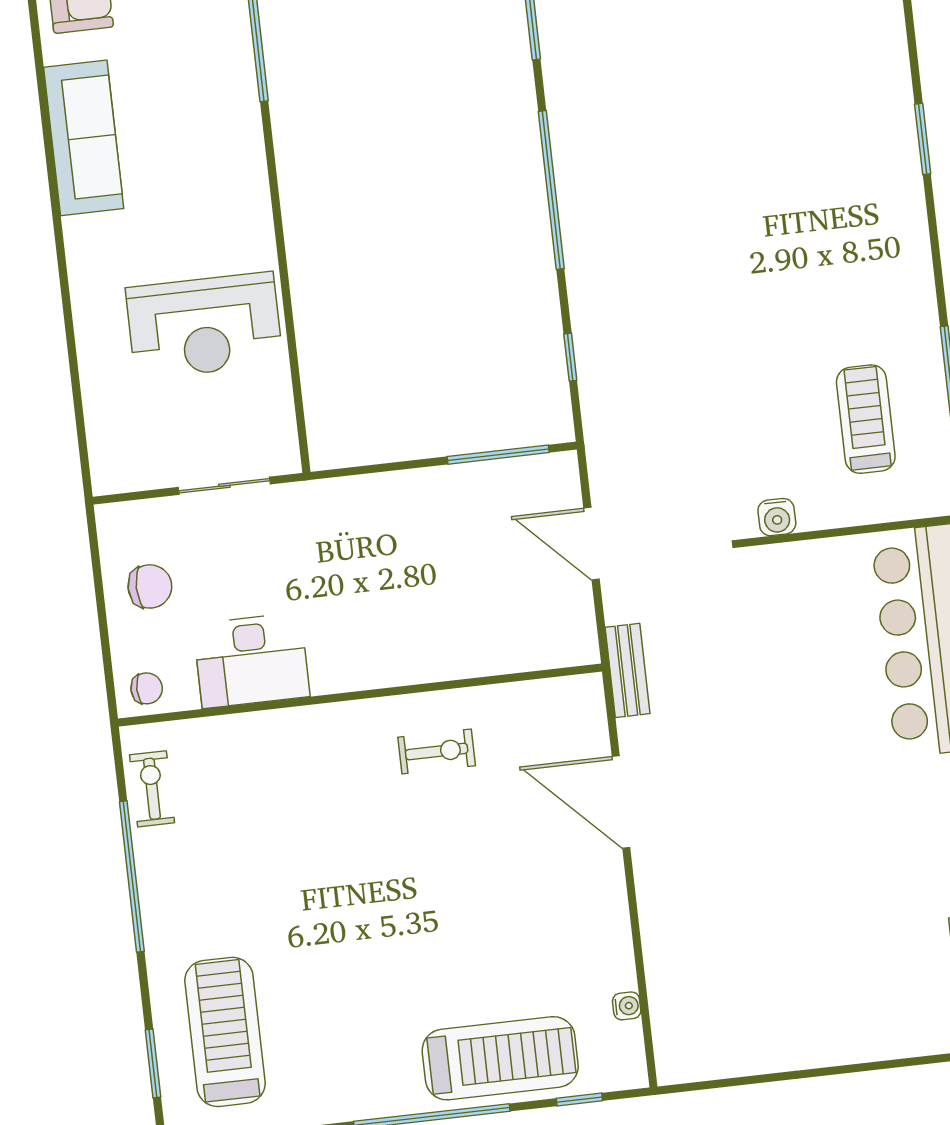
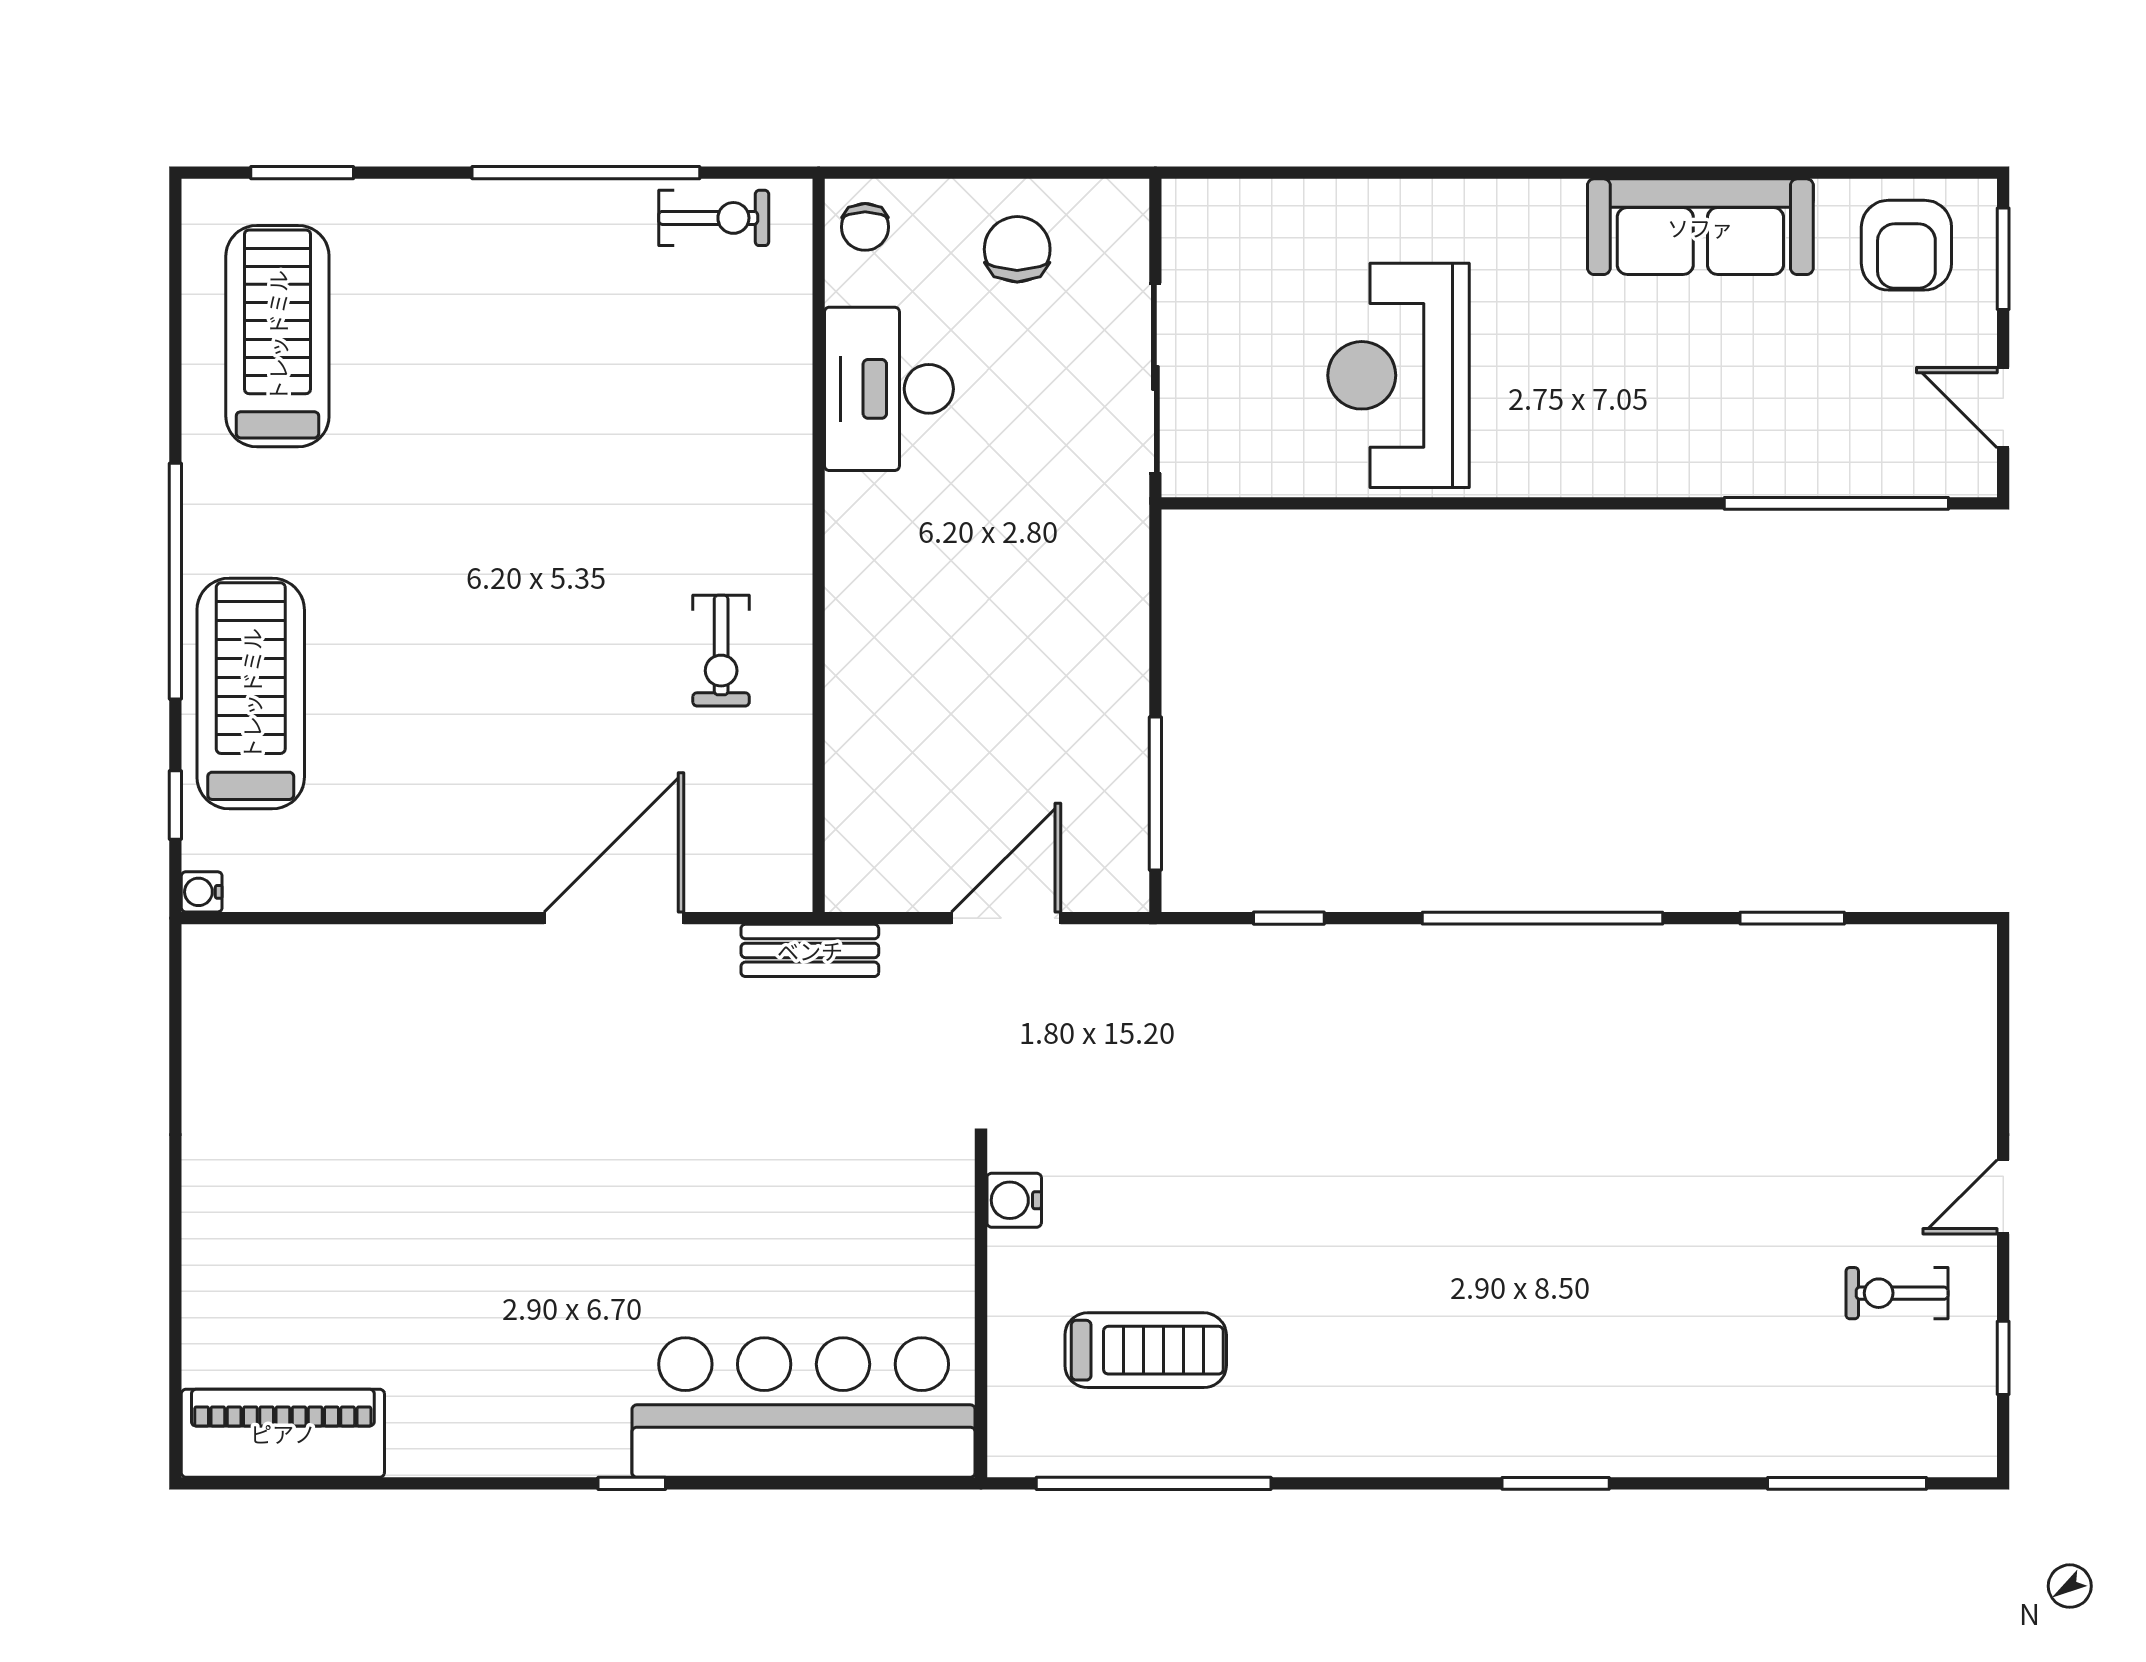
sliding door: (224, 486) -> (1155, 378), width x1.37
chair: (150, 586) -> (1017, 249), turned 180
water cooler: (627, 1006) -> (202, 892), moved, turned 90
treadmill: (225, 1032) -> (277, 336), moved, turned -90
treadmill: (500, 1058) -> (251, 694), turned 180

